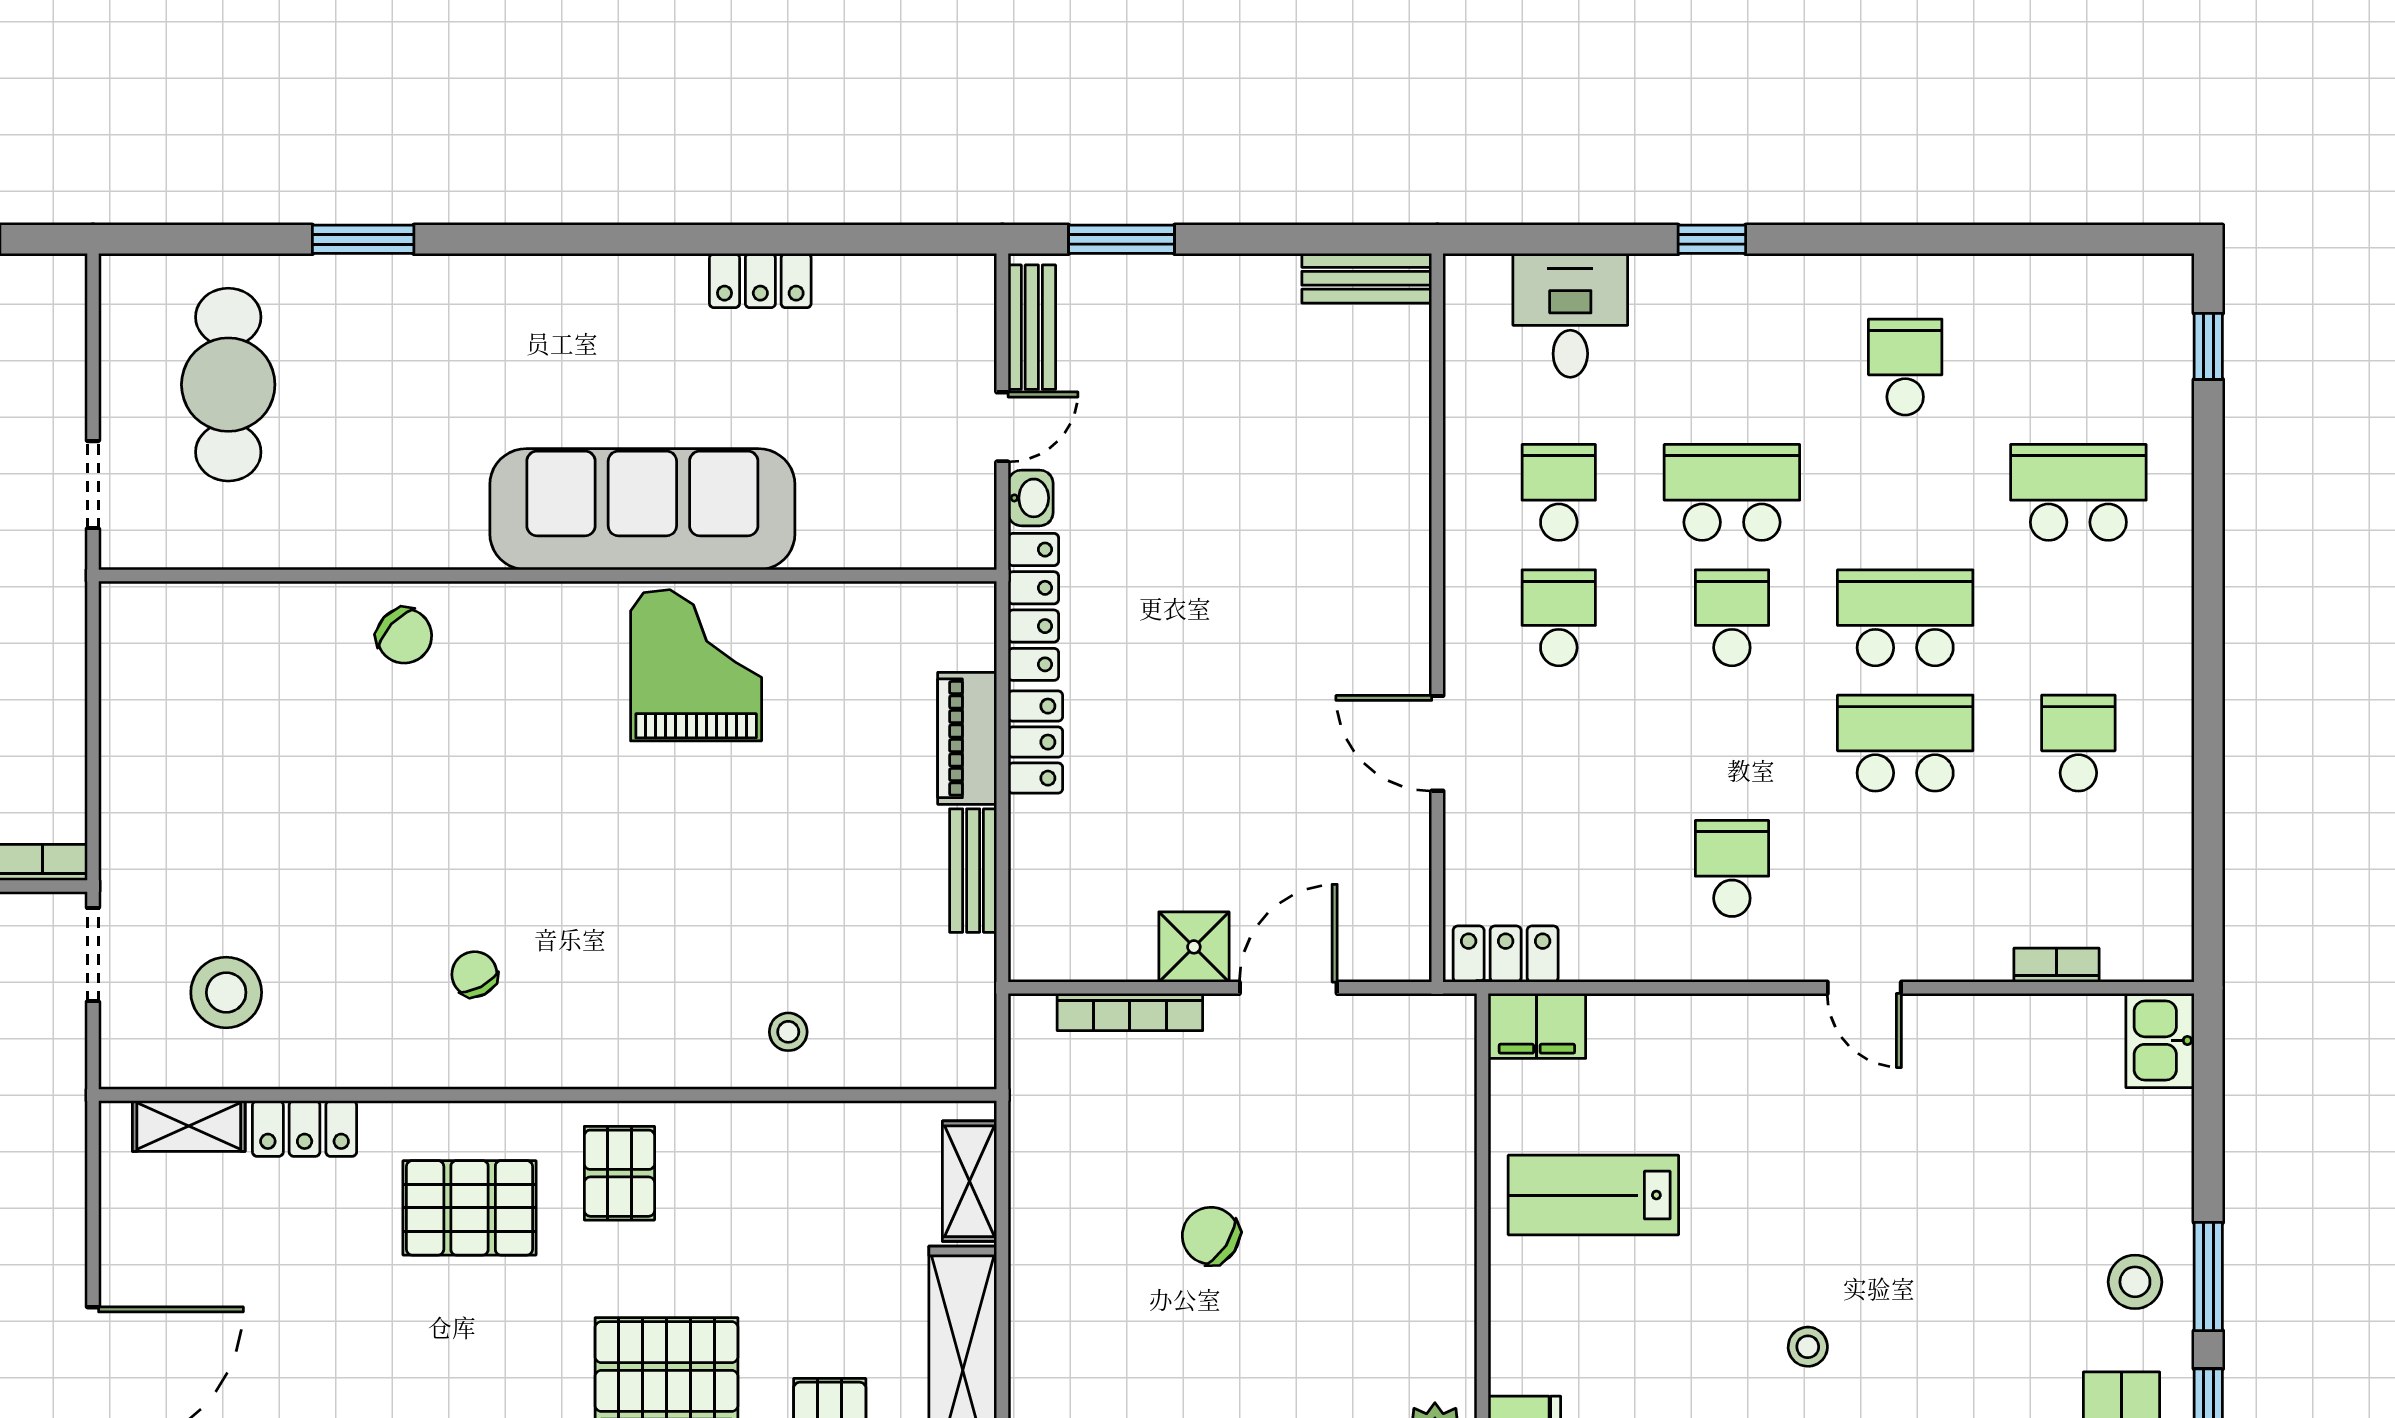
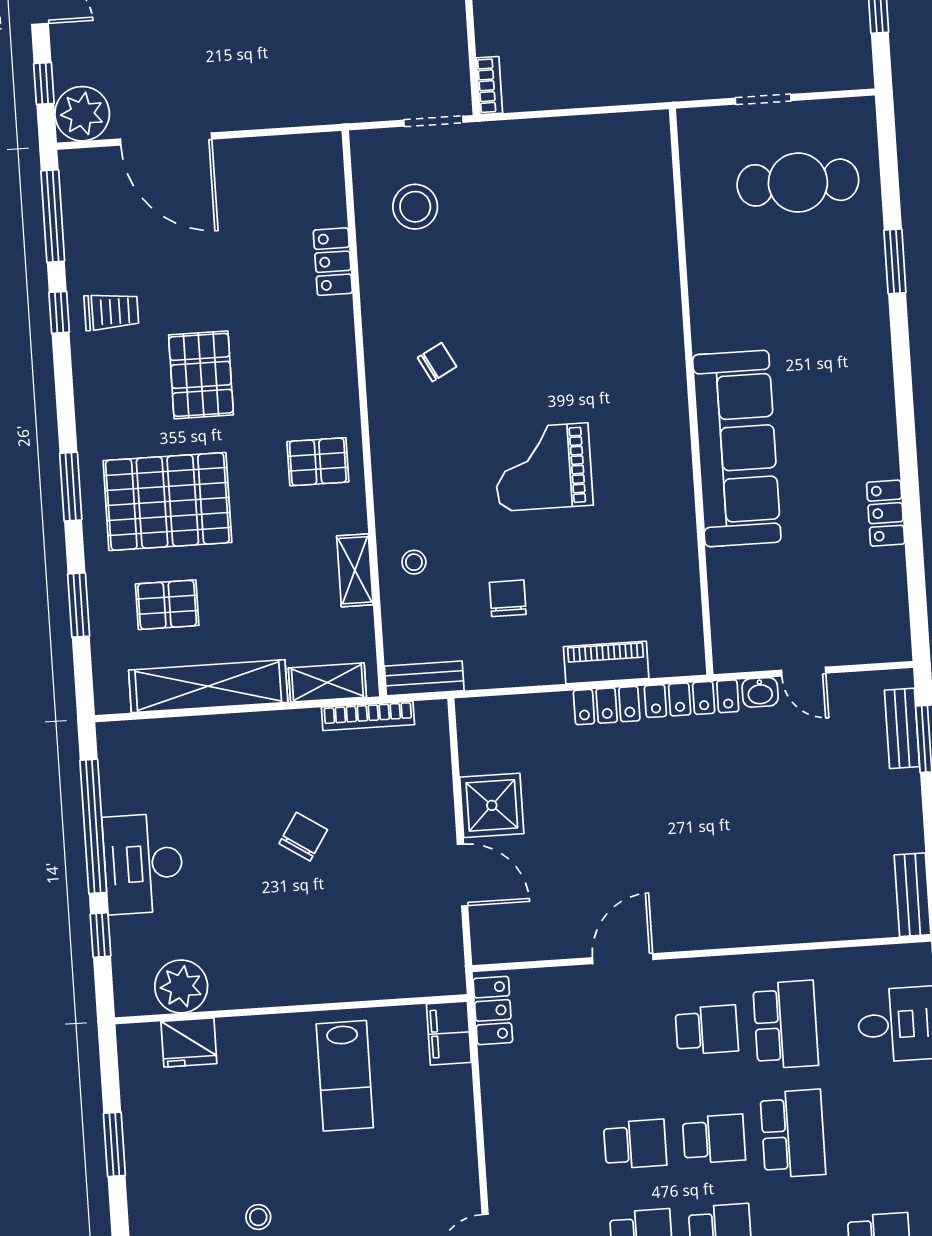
bench: (1032, 327) -> (902, 728), moved, turned 90
doorway: (93, 485) -> (763, 99), moved
school desk: (1559, 492) -> (786, 1025), width x1.85
chair: (404, 636) -> (508, 598), moved, turned 137
grand piano: (696, 665) -> (543, 467), moved, turned 180
school desk: (1732, 868) -> (635, 1144), moved
bench: (973, 871) -> (424, 678), moved
shower: (1194, 947) -> (492, 805), width x1.36, depth x1.36
bookcase: (1130, 1012) -> (368, 716), moved, turned -90
shelving: (189, 1126) -> (355, 570), moved
lab bench: (1593, 1195) -> (345, 1076), turned 180
pallet: (470, 1208) -> (201, 375), moved

